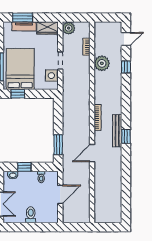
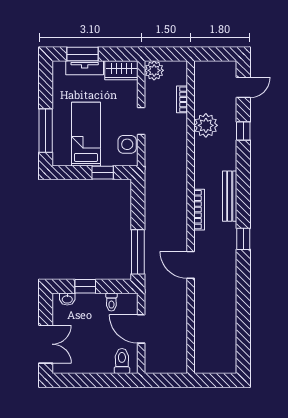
bed: (20, 69) -> (86, 134), width x0.67
window: (18, 94) -> (103, 173), moved
bench: (117, 131) -> (230, 196), moved
window: (58, 145) -> (138, 252), width x1.44
door: (92, 153) -> (191, 265), hinge flipped
door: (60, 194) -> (141, 329), swing flipped
toilet: (31, 215) -> (122, 361), moved

